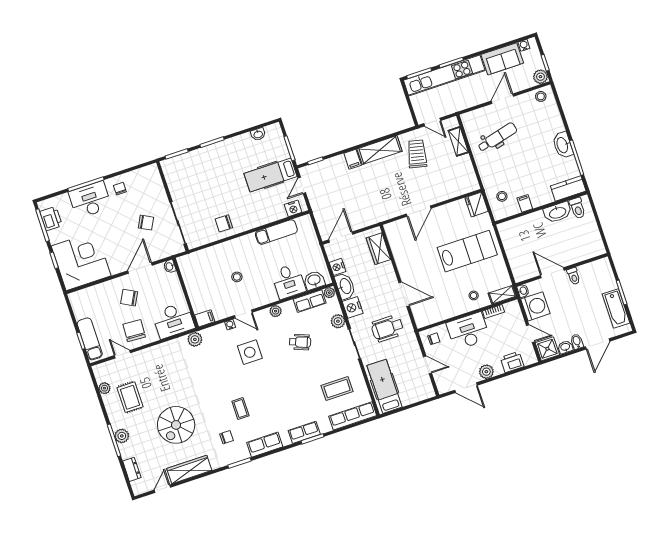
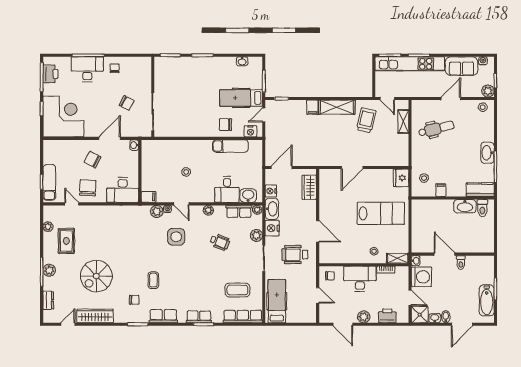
chair: (224, 223) -> (225, 125), moved
plant: (195, 339) -> (157, 211), moved

